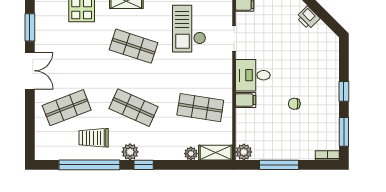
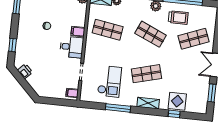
printer: (308, 18) -> (25, 71), moved
shop shelf: (134, 46) -> (146, 74), turned -33
window: (344, 91) -> (13, 45), moved

